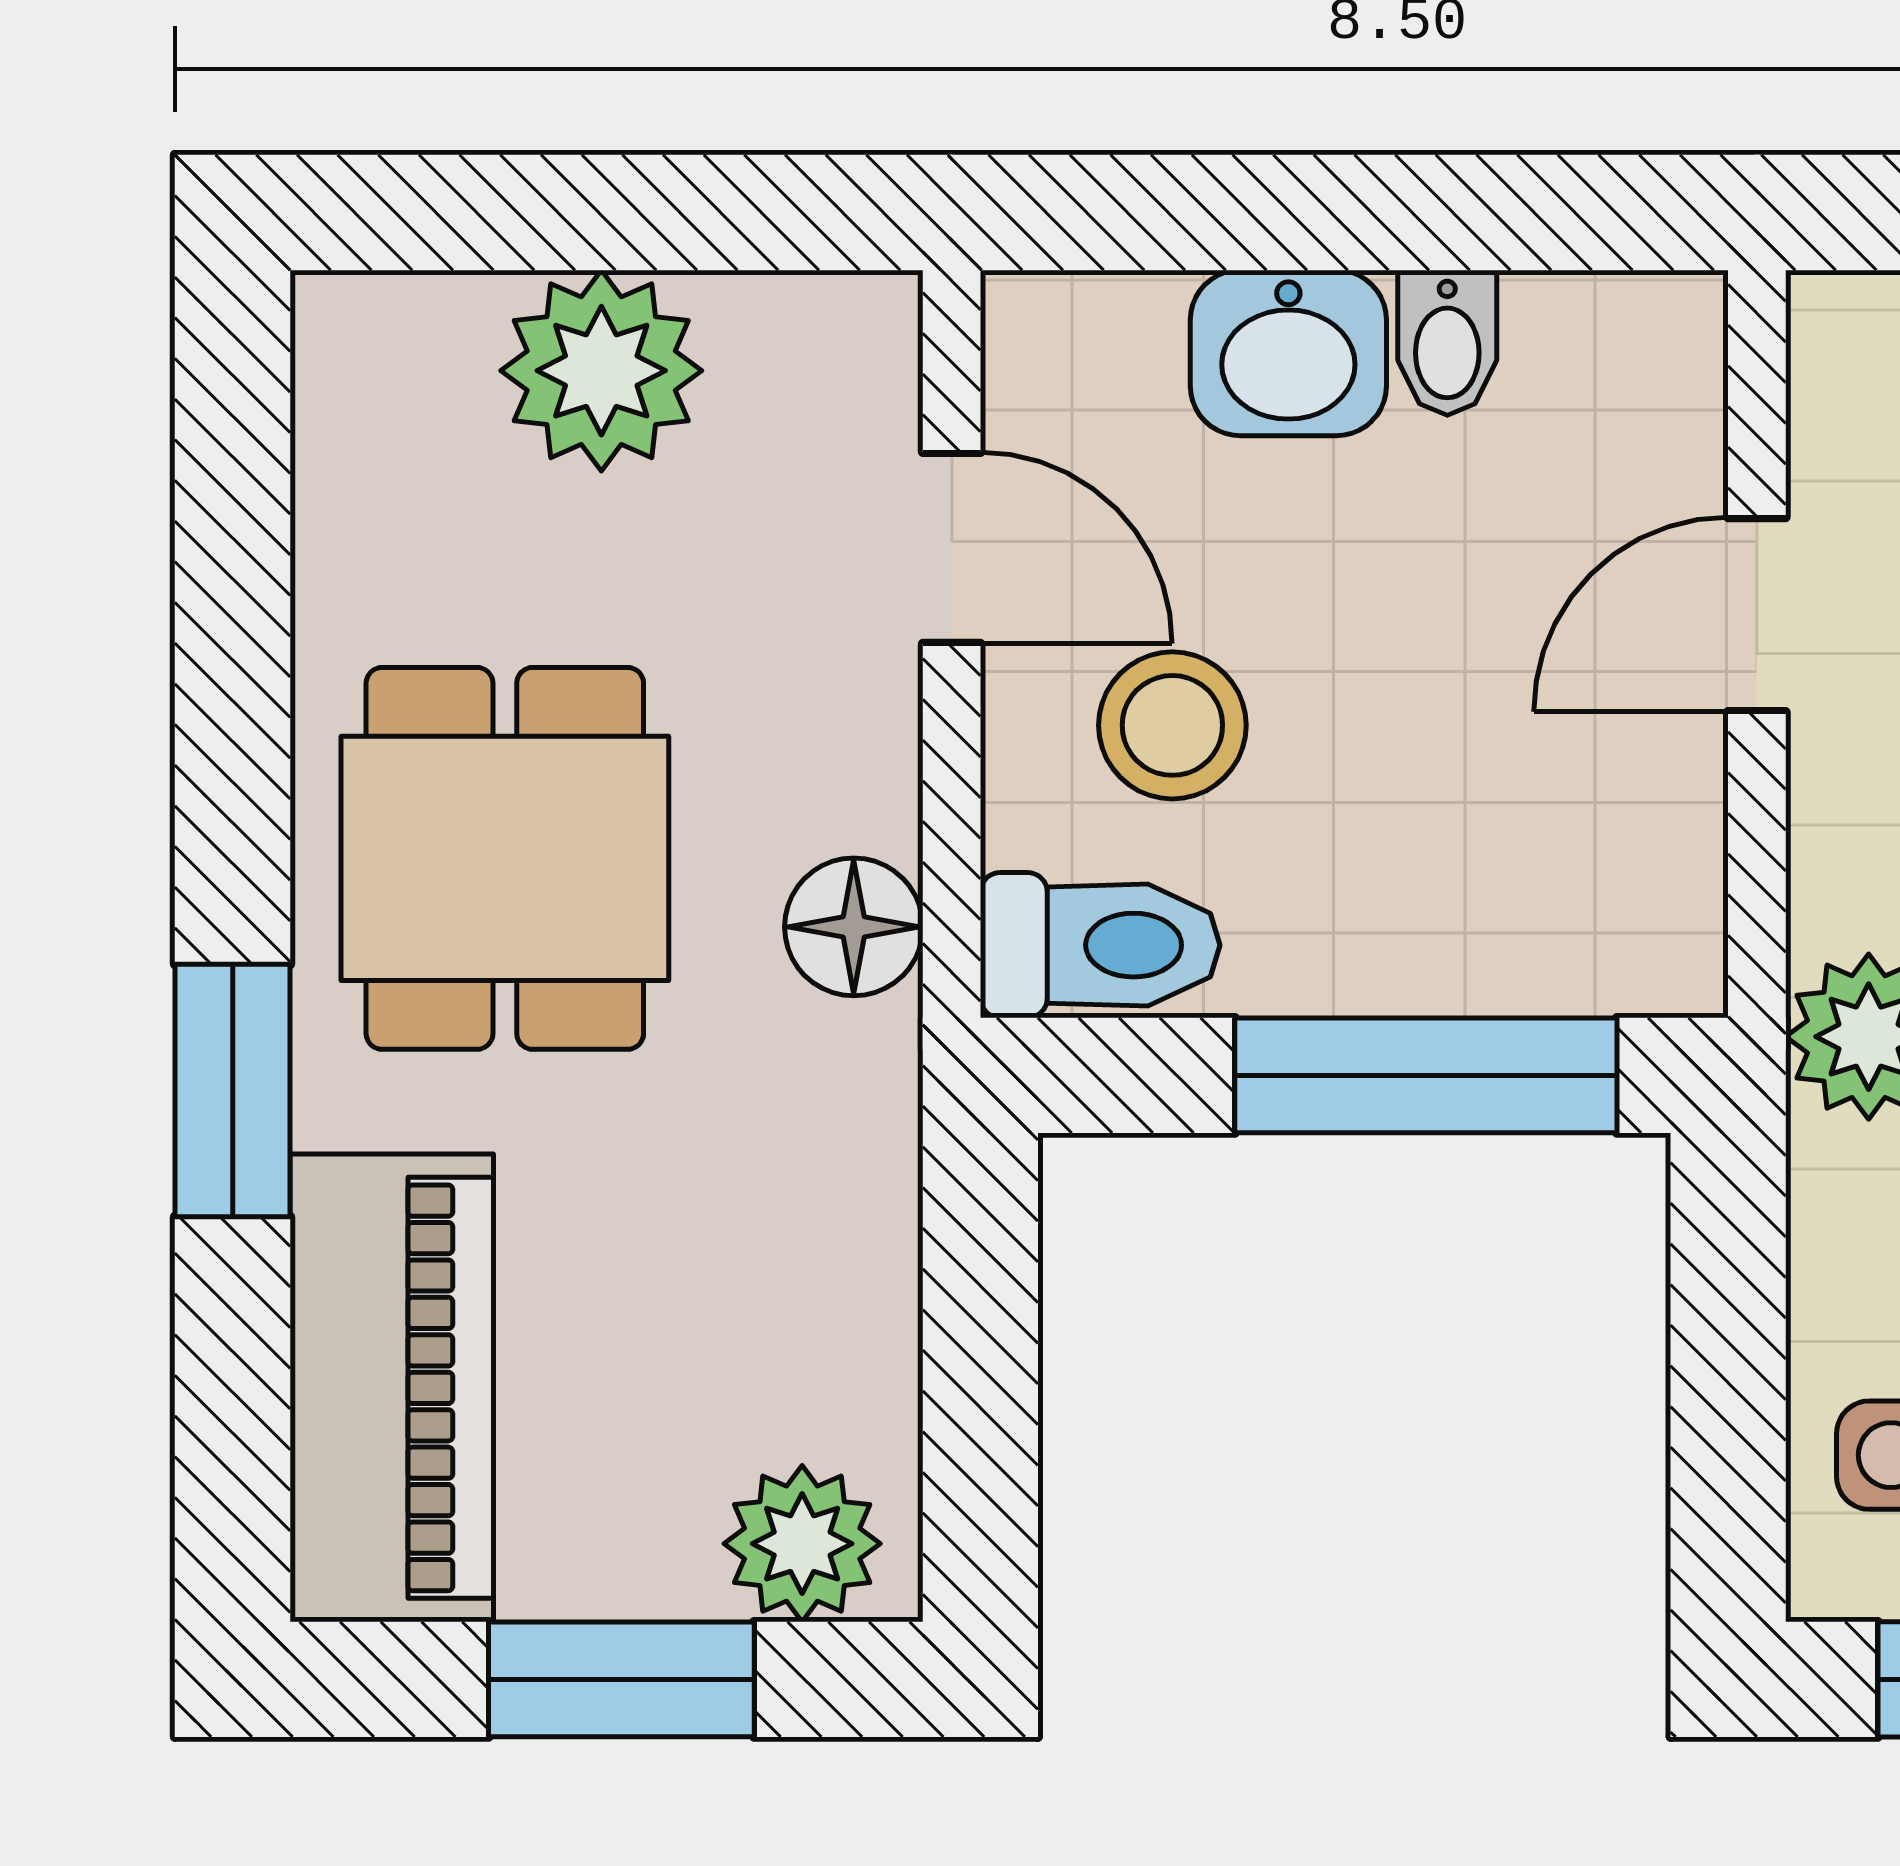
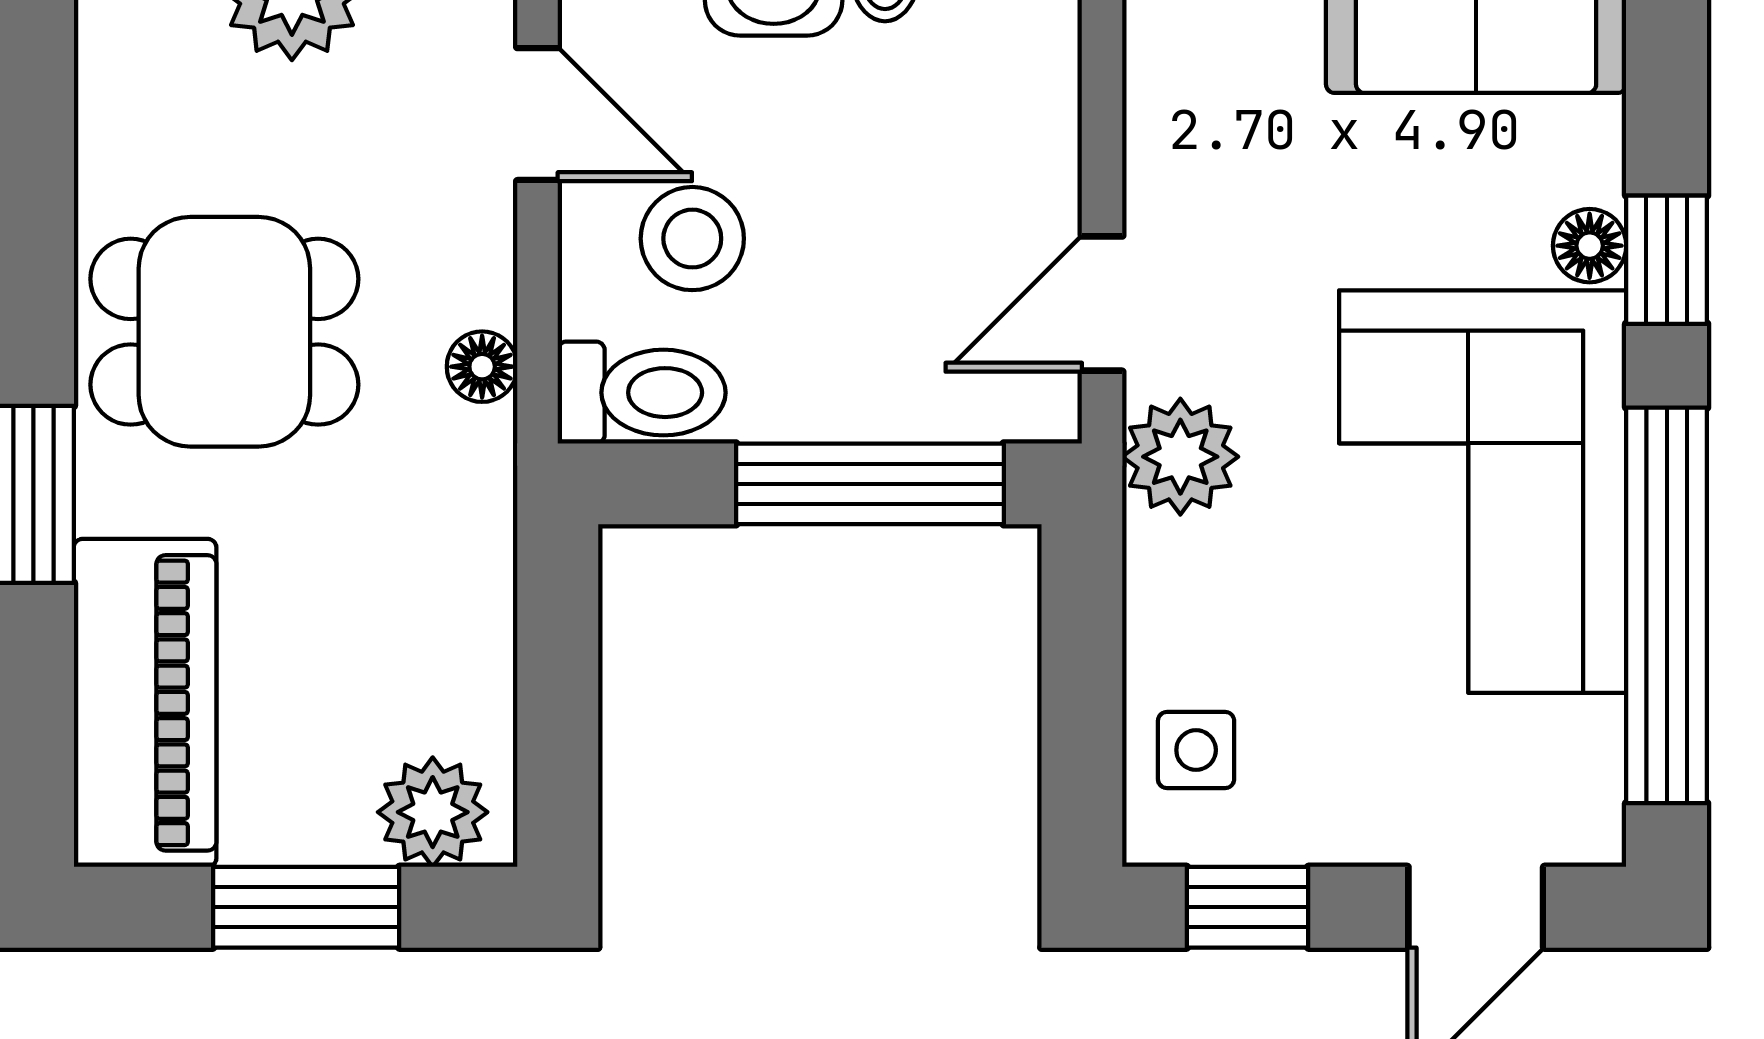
door: (1757, 615) -> (1102, 304), moved
dining table: (505, 858) -> (224, 332), turned 90
floor lamp: (854, 927) -> (482, 367), width x0.73, depth x0.73

